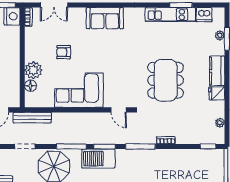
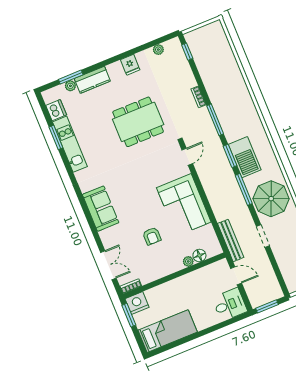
plant: (33, 70) -> (188, 261), width x0.53, depth x0.53
kitchen counter: (217, 71) -> (92, 80), moved

